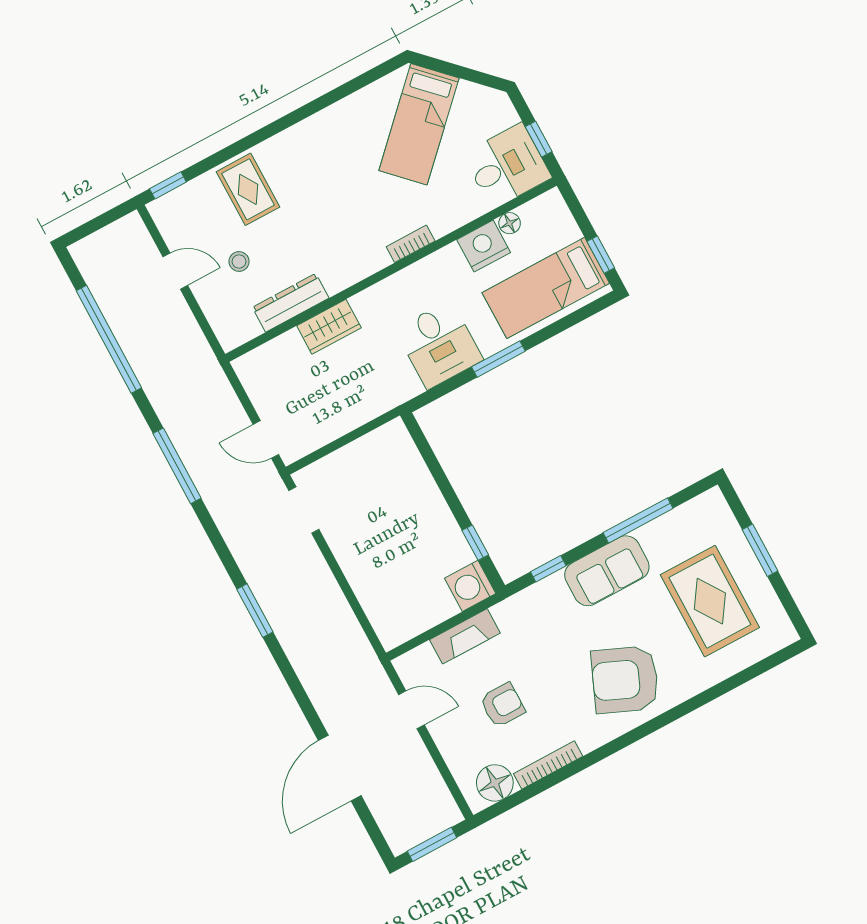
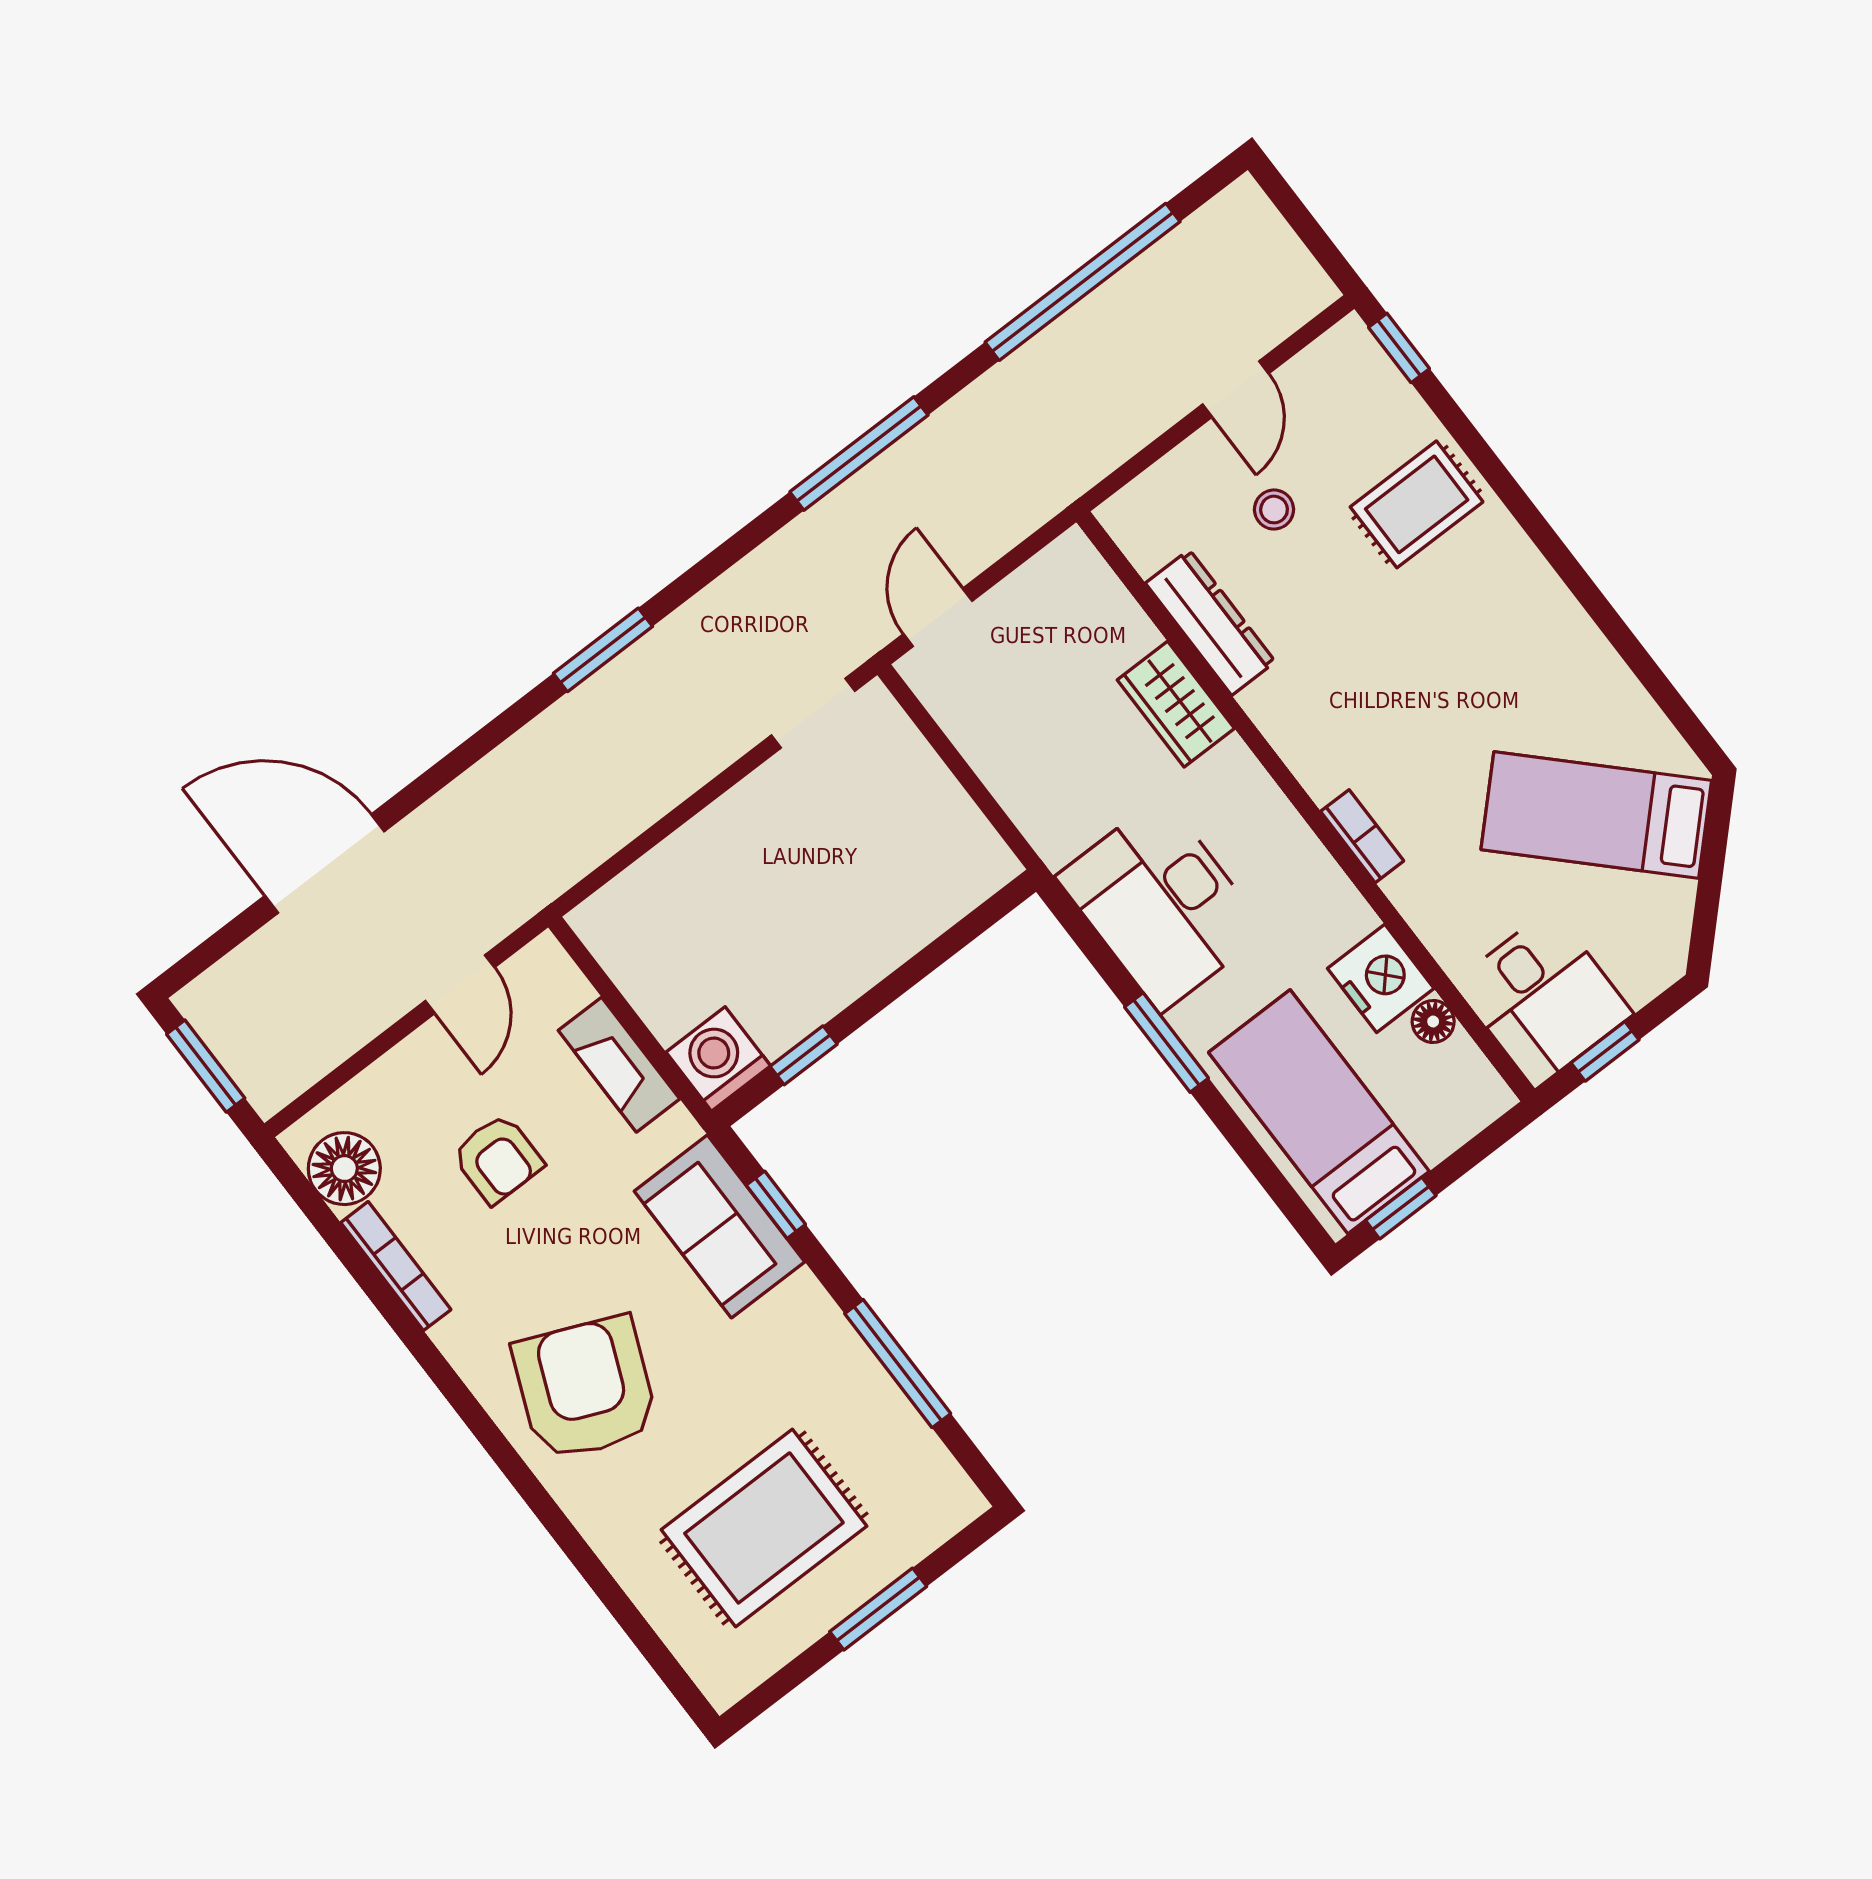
desk: (439, 345) -> (1161, 904), width x1.37
sofa: (607, 571) -> (719, 1226), moved

